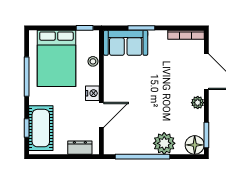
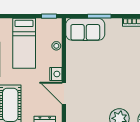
bed: (56, 58) -> (24, 43), width x0.67
door: (101, 115) -> (64, 93), swing flipped

